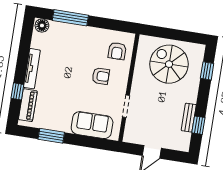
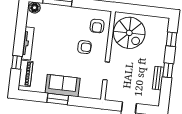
spiral stairs: (169, 64) -> (129, 33), moved, turned 180
sofa: (92, 125) -> (63, 86), moved
window: (198, 125) -> (168, 70), moved
window: (51, 136) -> (58, 99), moved

